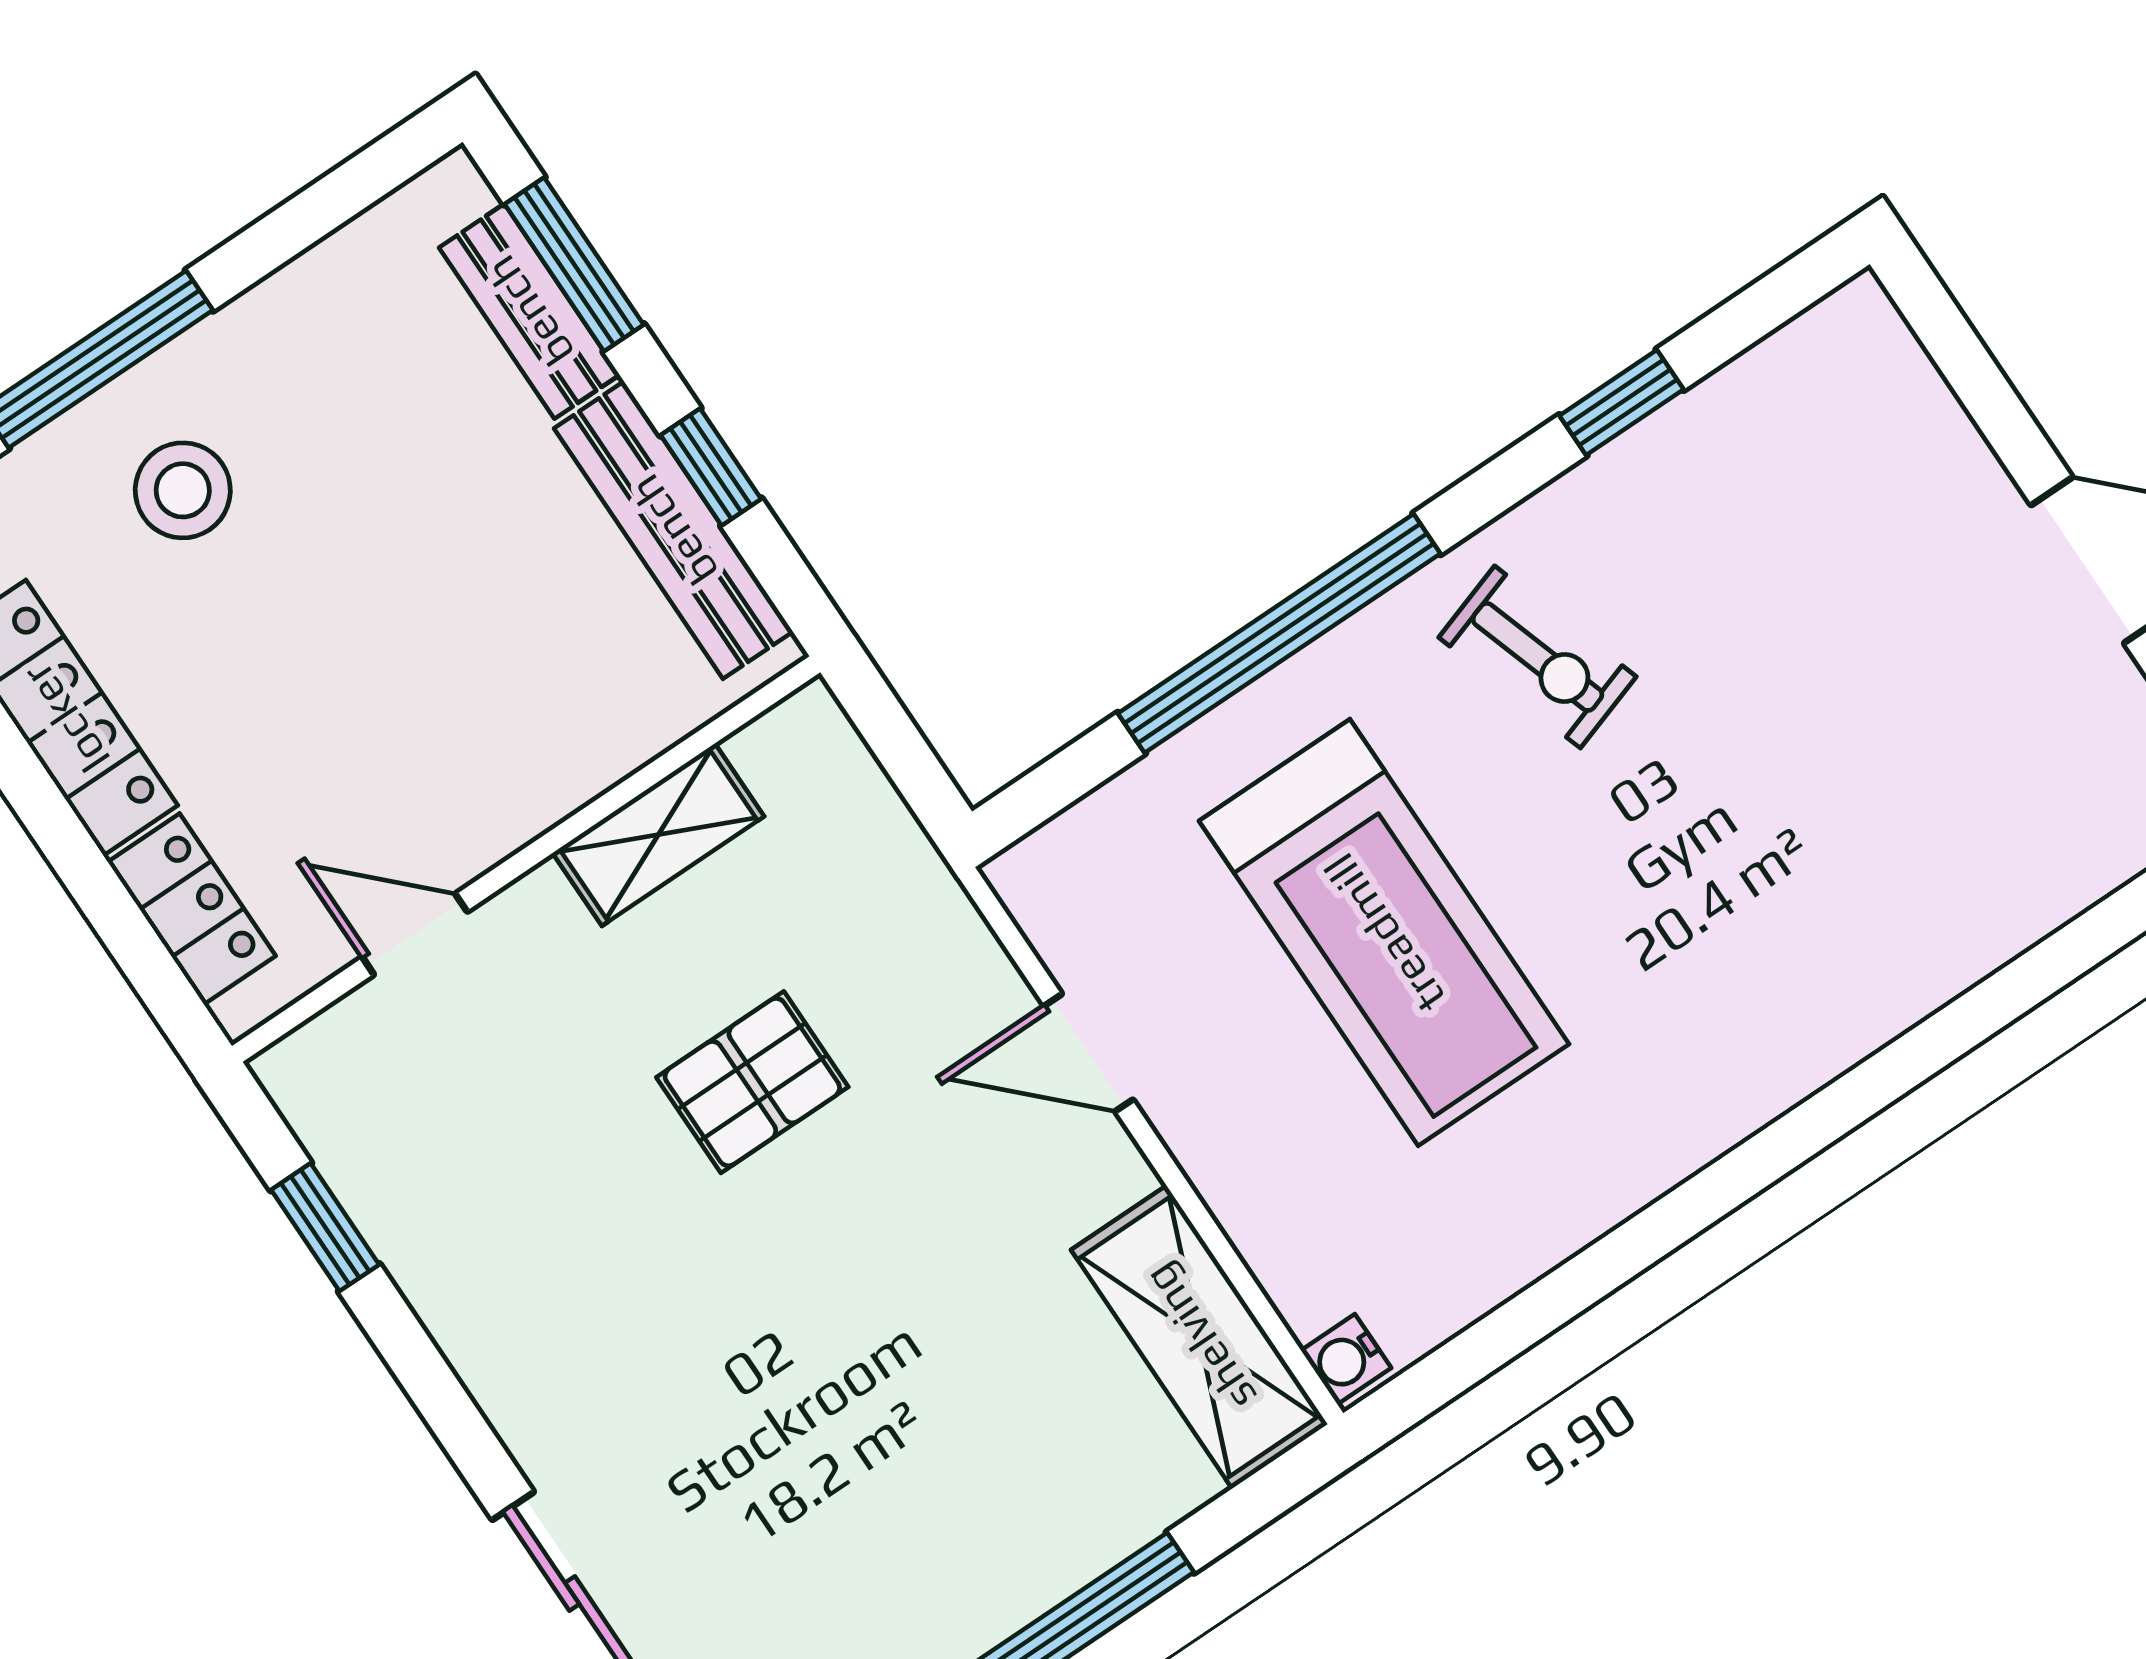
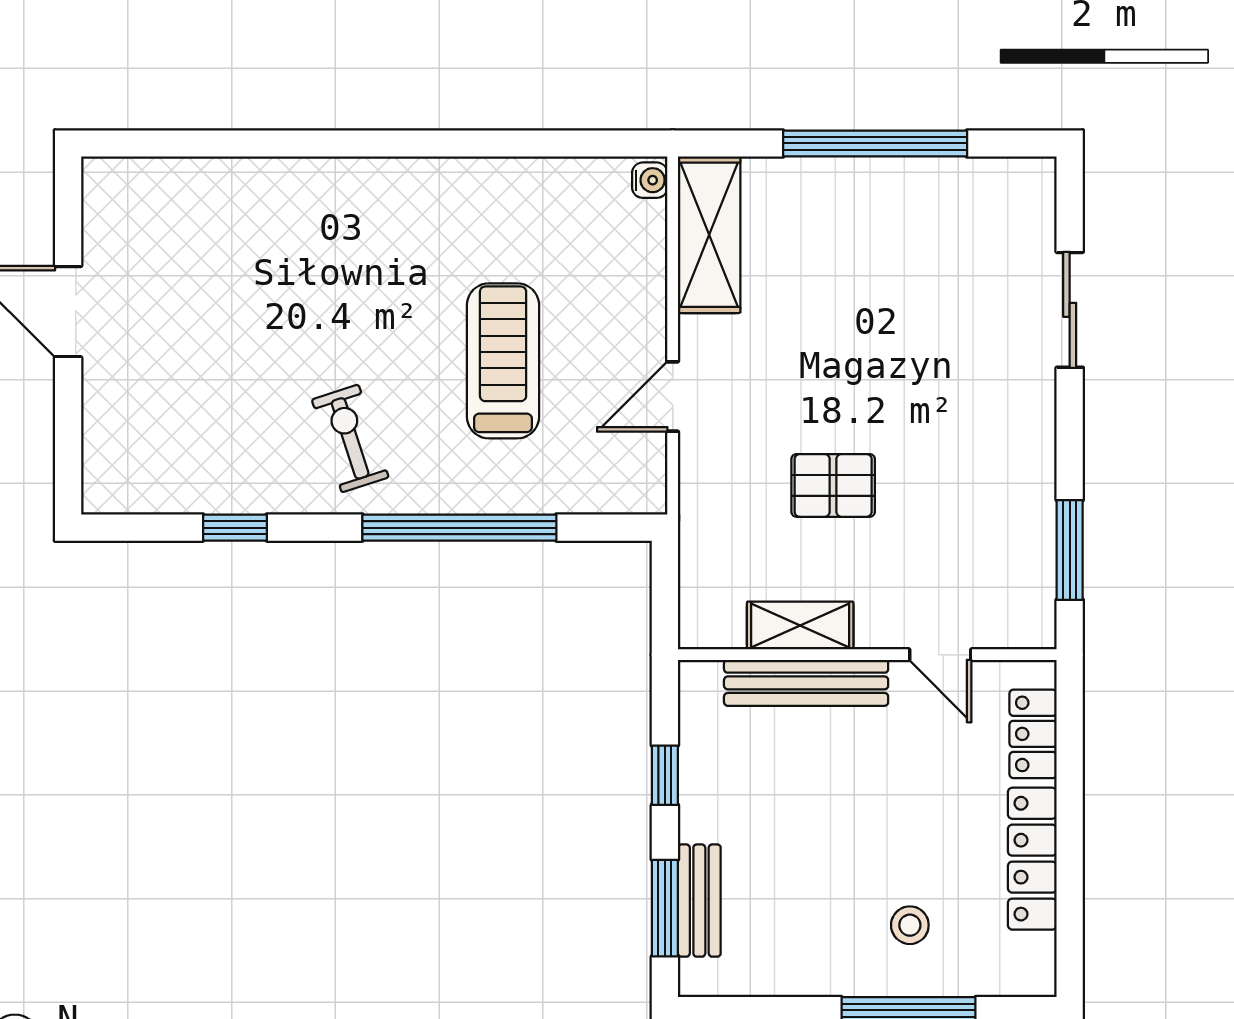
stool: (183, 490) -> (910, 925), width x0.73, depth x0.73
bench: (673, 530) -> (806, 683), moved, turned 90
treadmill: (1384, 933) -> (503, 361), width x0.73, depth x0.73
door: (1089, 1053) -> (673, 397), swing flipped
window: (325, 1227) -> (1070, 550), width x1.50

